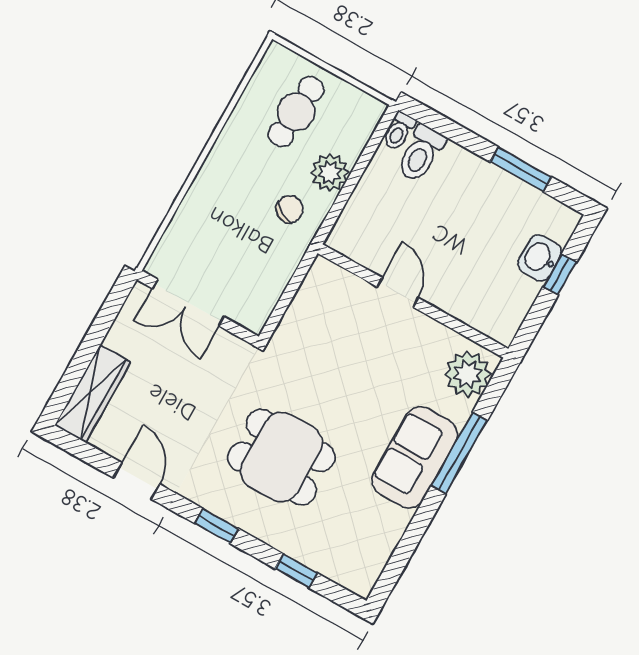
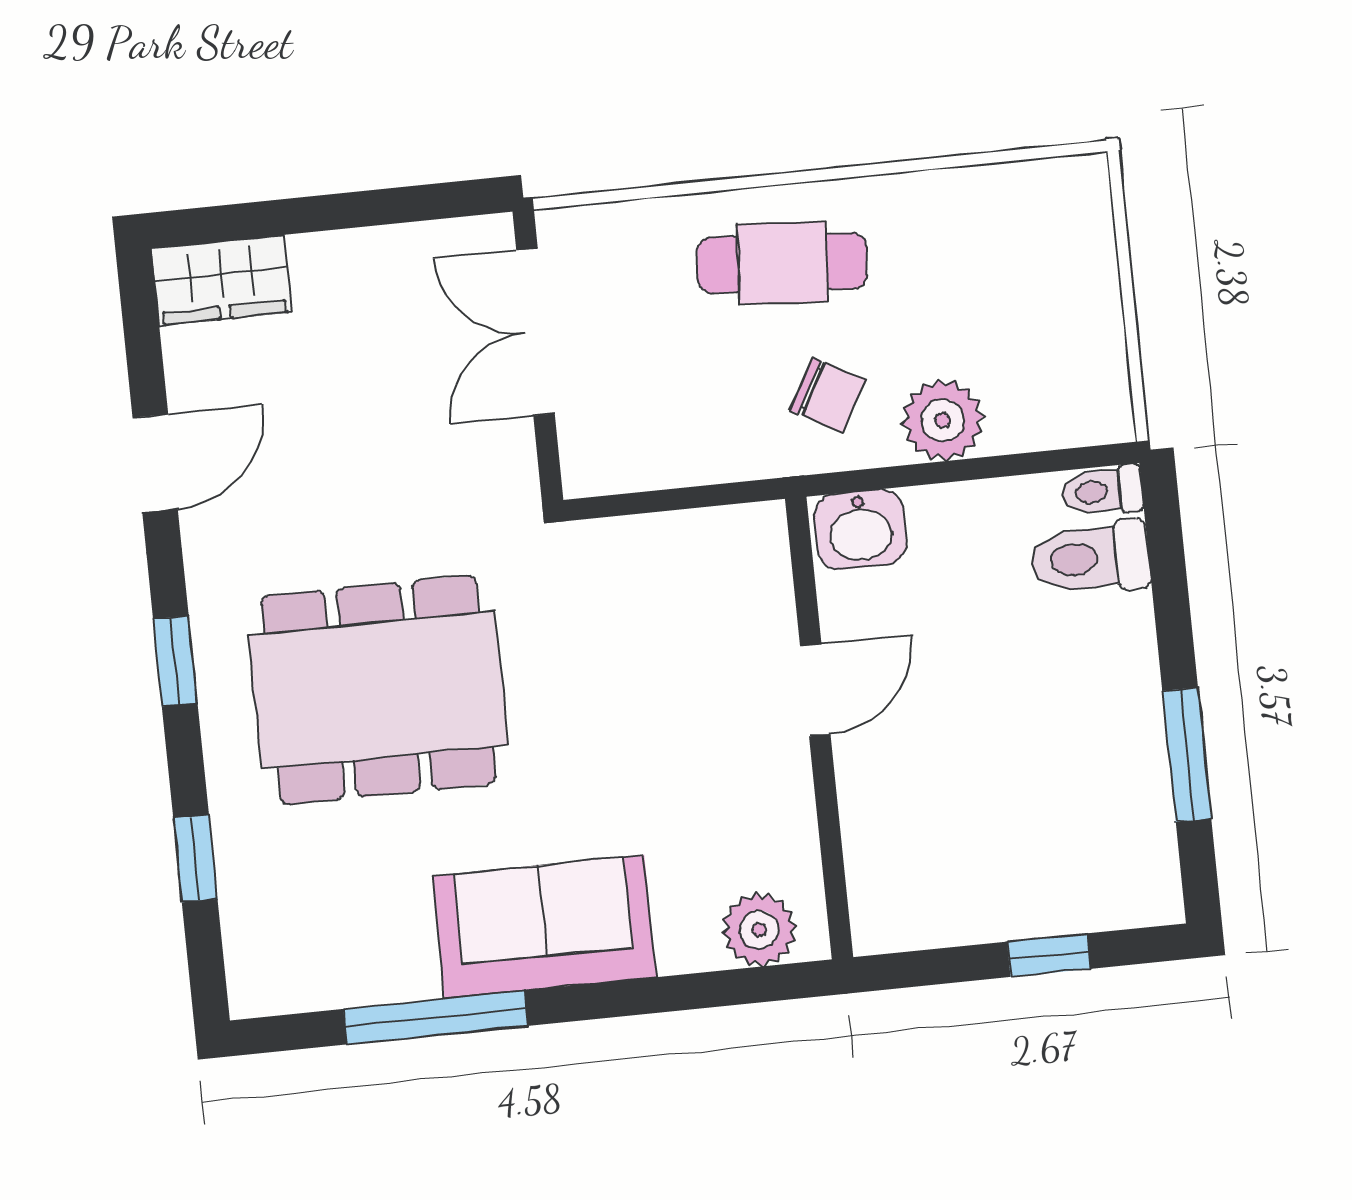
cafe table: (296, 112) -> (782, 263), moved
washbasin: (540, 258) -> (860, 529), moved, turned 180
plant: (468, 374) -> (759, 930), width x0.73, depth x0.73
wardrobe: (93, 394) -> (222, 280), width x0.67
window: (459, 453) -> (436, 1017), moved
dining table: (281, 457) -> (378, 690), width x1.37

